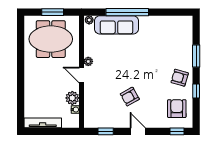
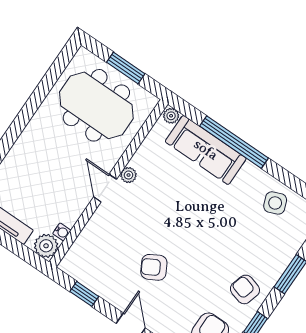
side table: (166, 27) -> (275, 203), added
plant: (72, 98) -> (46, 246), moved

